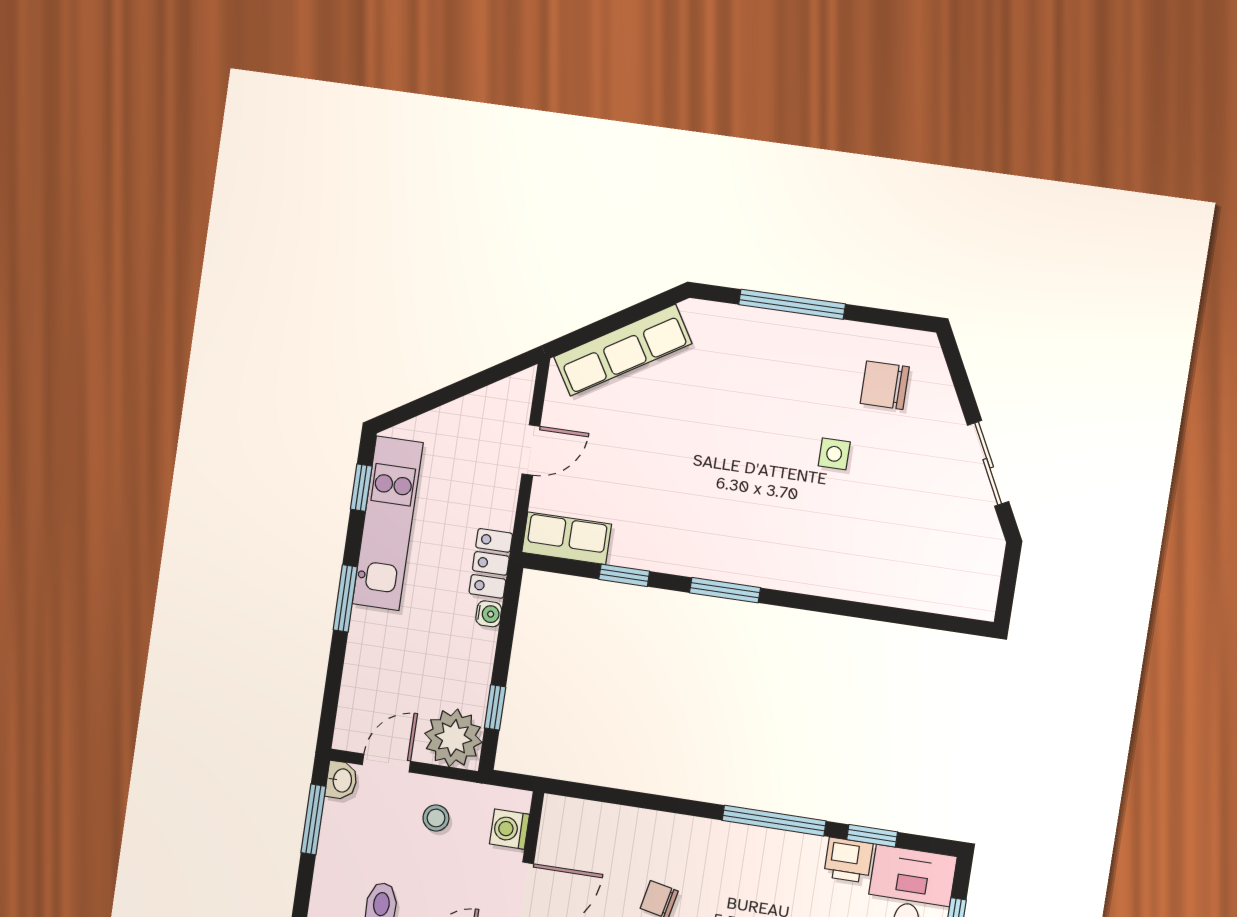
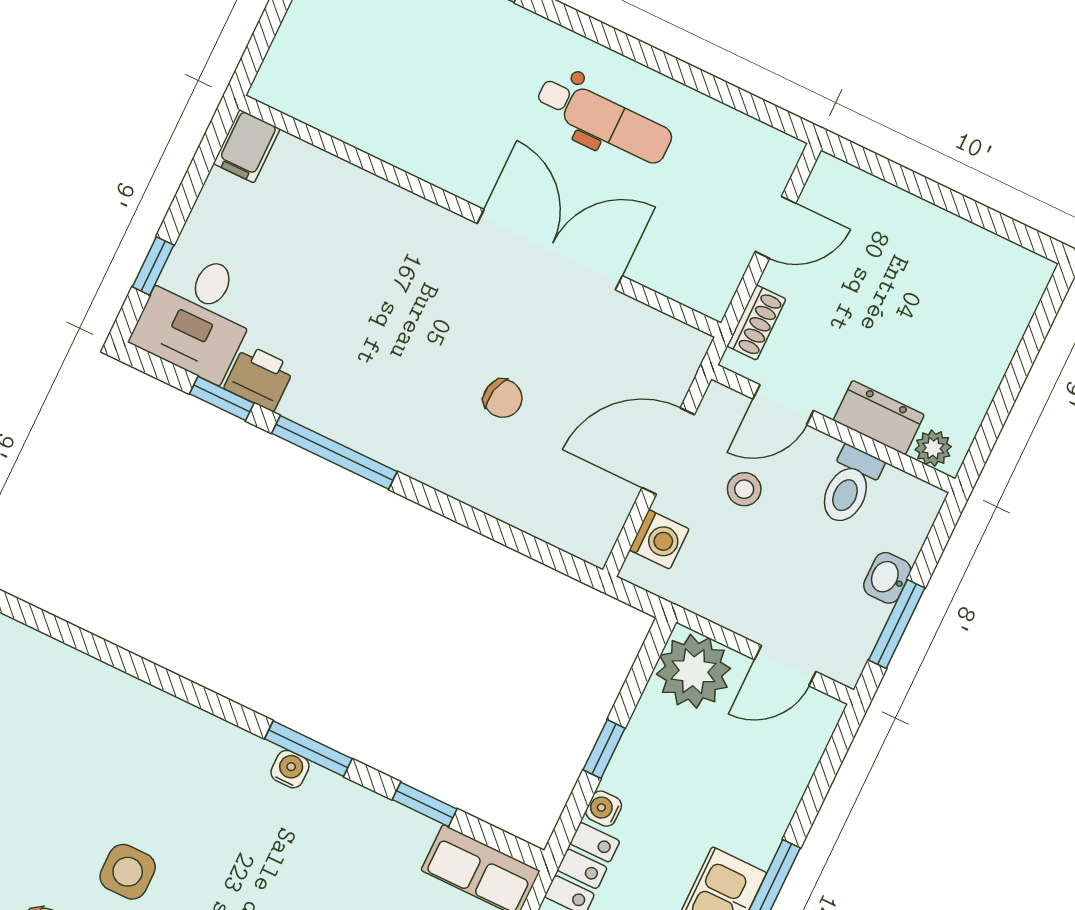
side table: (834, 454) -> (128, 872), width x1.37, depth x1.37
water cooler: (734, 570) -> (290, 769), added
window: (495, 707) -> (604, 749), moved
washbasin: (341, 780) -> (887, 578), moved
stool: (436, 818) -> (744, 489), moved

